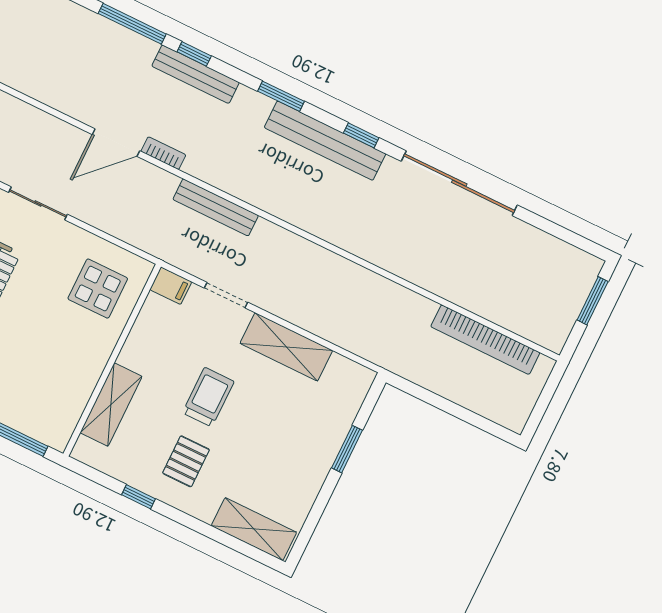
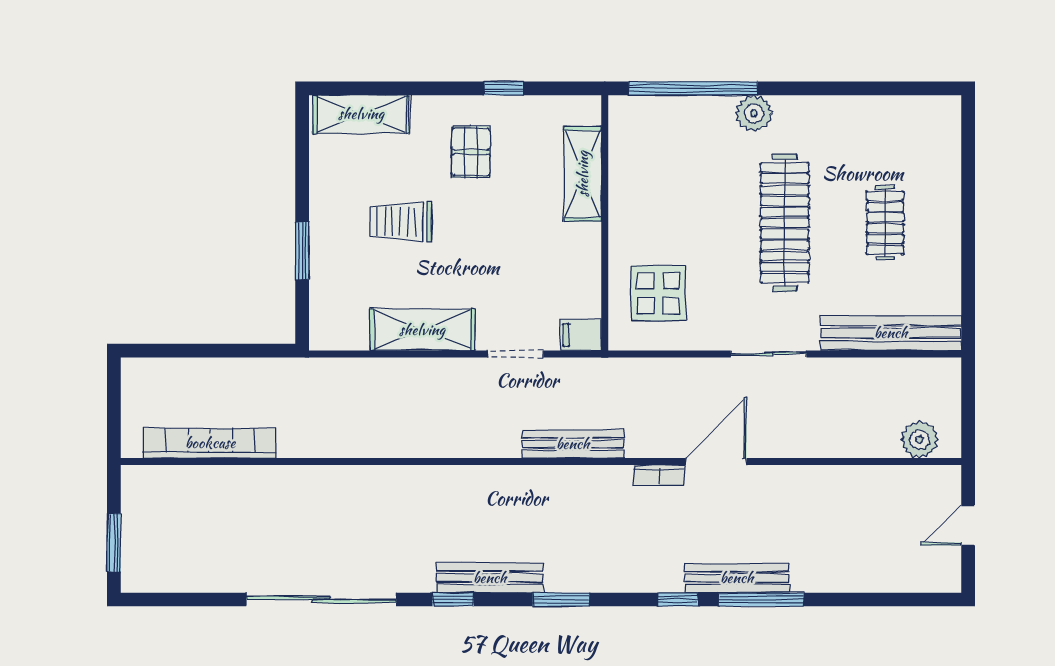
bench: (196, 74) -> (737, 578), moved
bench: (325, 141) -> (490, 578), width x0.73, depth x0.82
trolley: (208, 397) -> (400, 222), moved, turned 90

